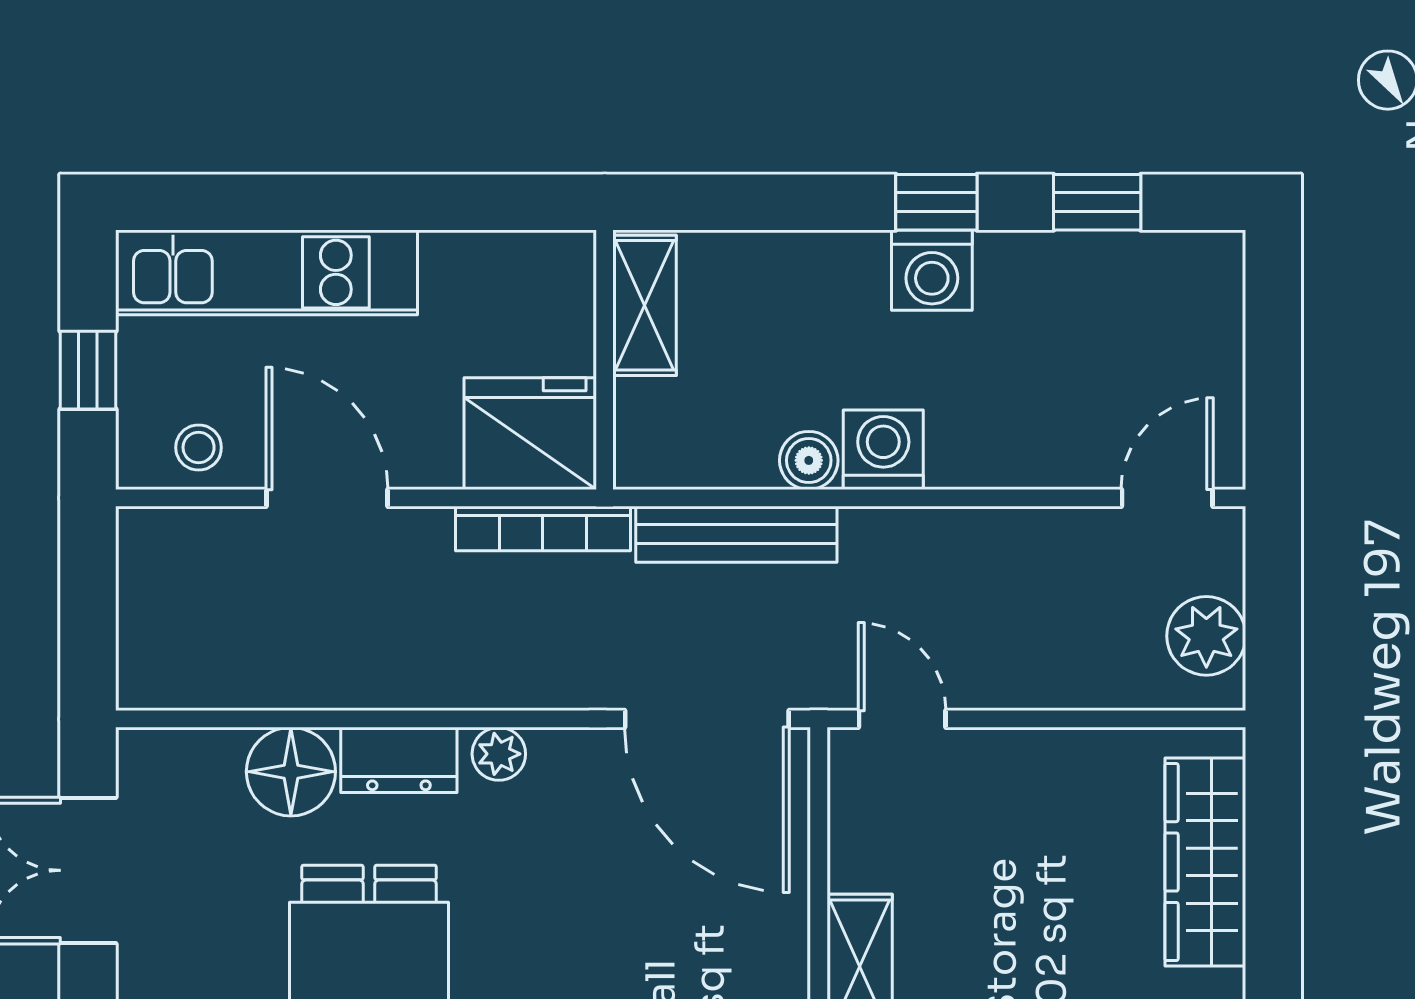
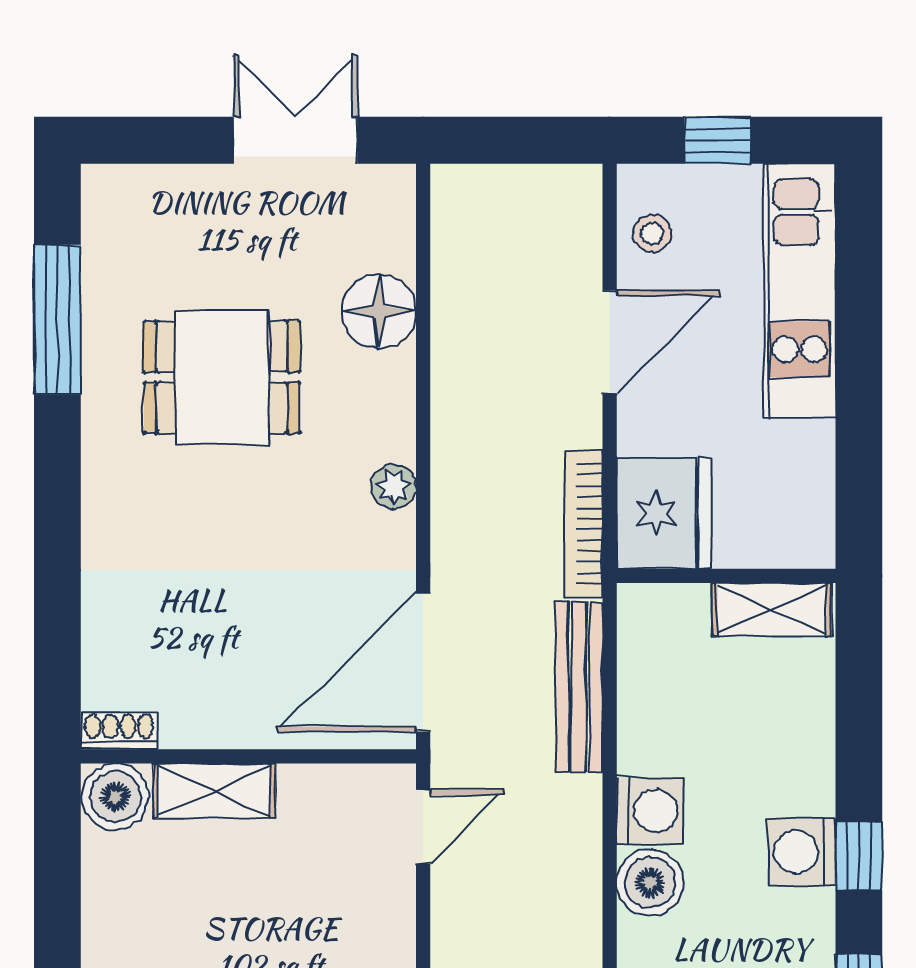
boiler: (809, 460) -> (650, 883), moved, width x1.36, depth x1.36
dresser: (399, 760) -> (389, 402), removed

